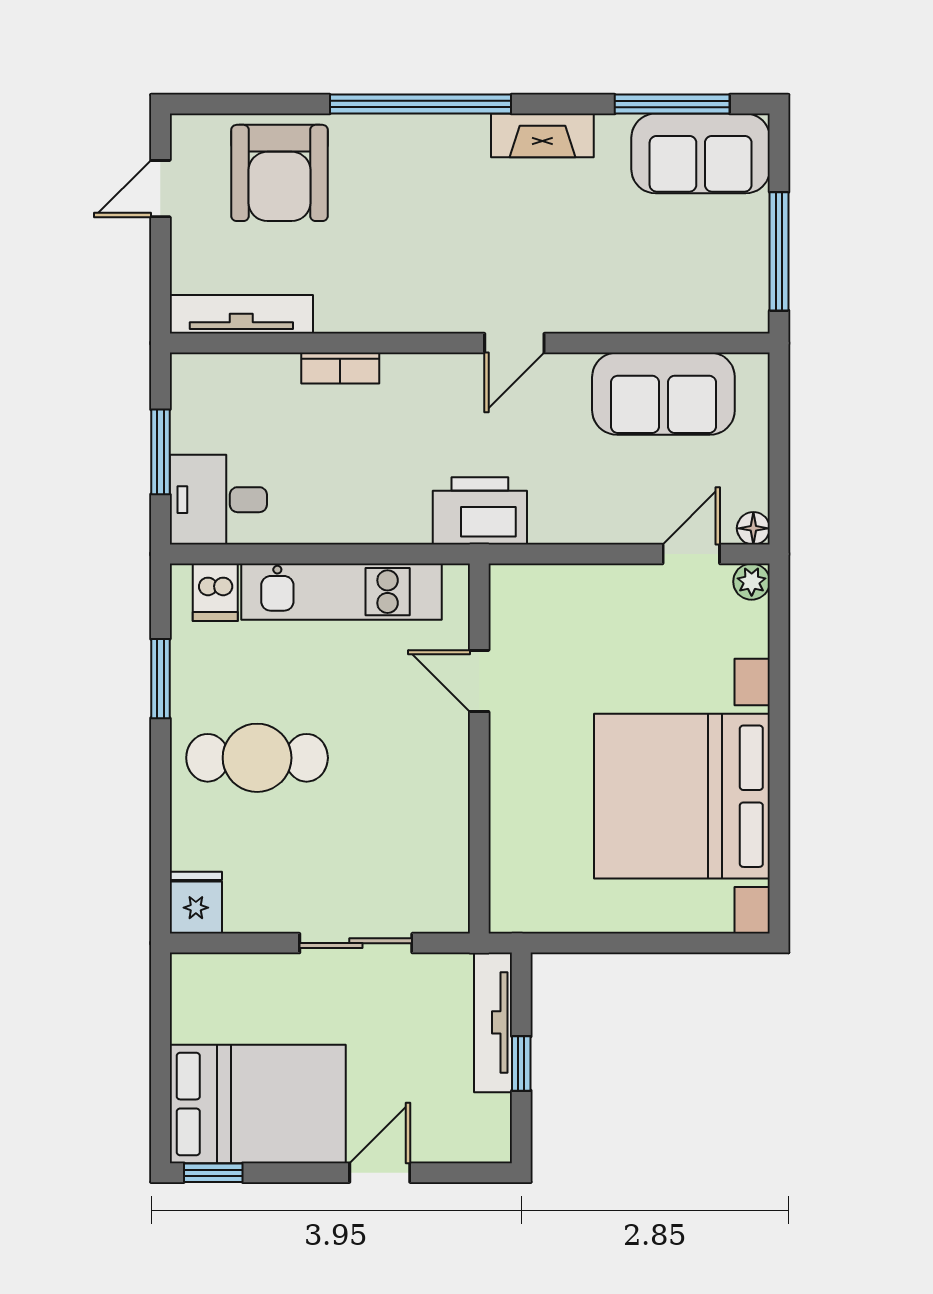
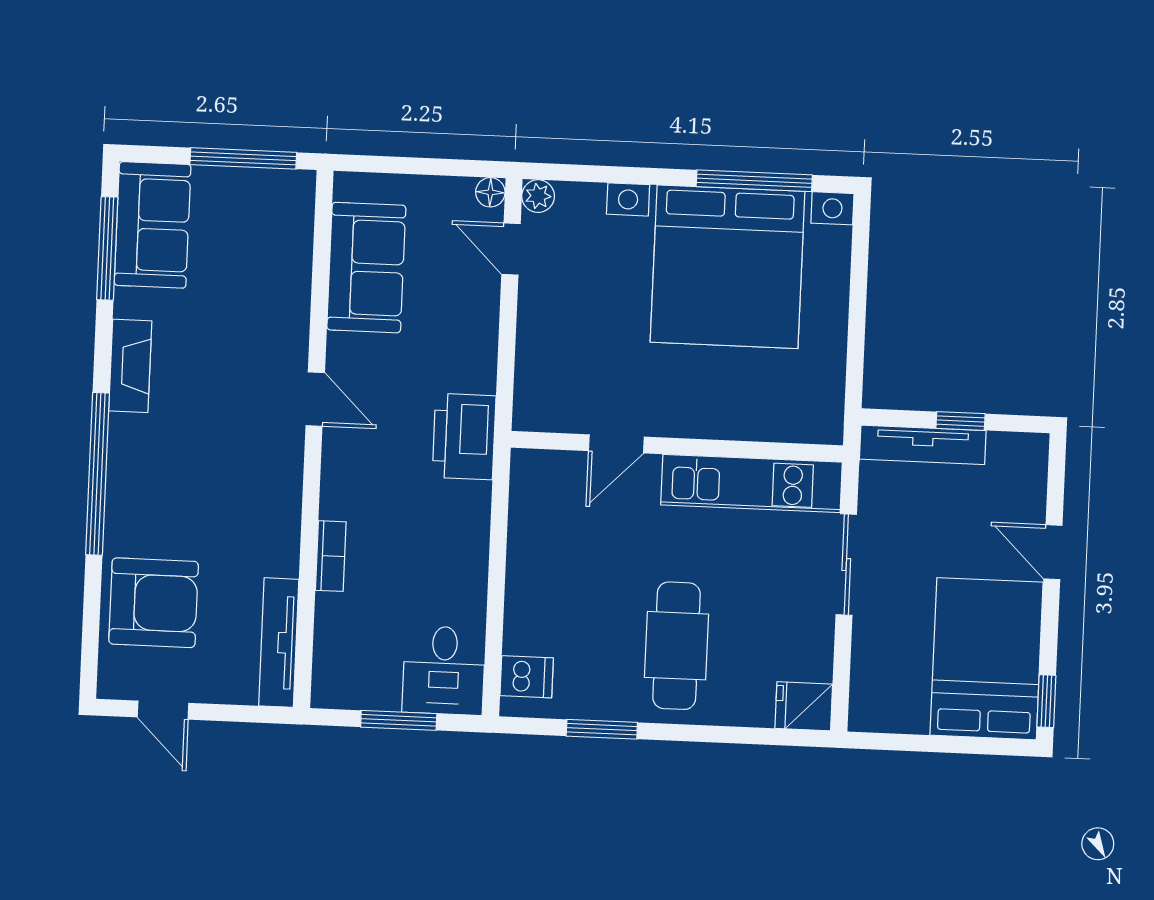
kitchen unit: (341, 592) -> (751, 484), moved, turned 90
window: (779, 822) -> (754, 181), added

